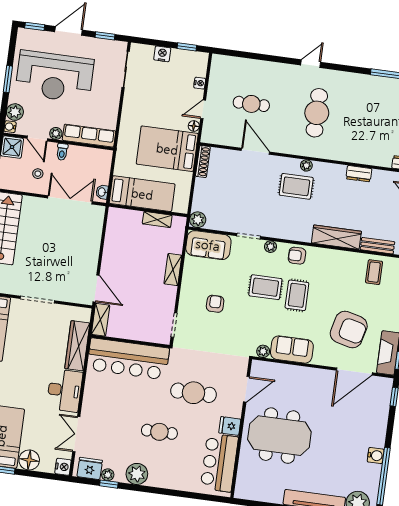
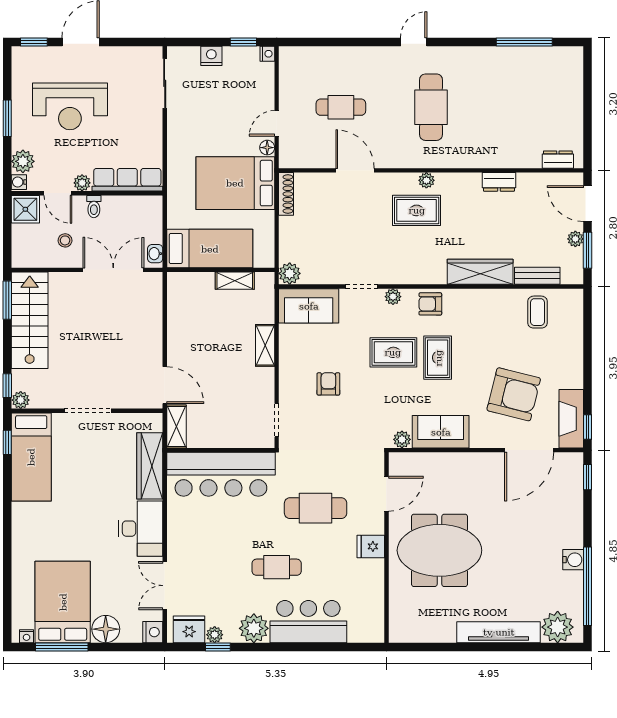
window: (105, 36) -> (131, 42), removed
reception desk: (55, 77) -> (70, 106), width x0.74, depth x0.77
nightstand: (200, 83) -> (267, 54), moved
bar counter: (219, 463) -> (308, 622), moved, turned 90

